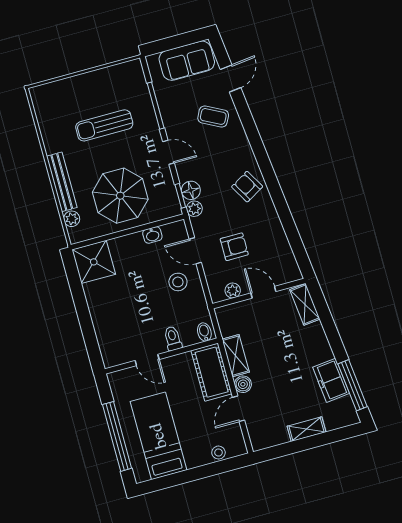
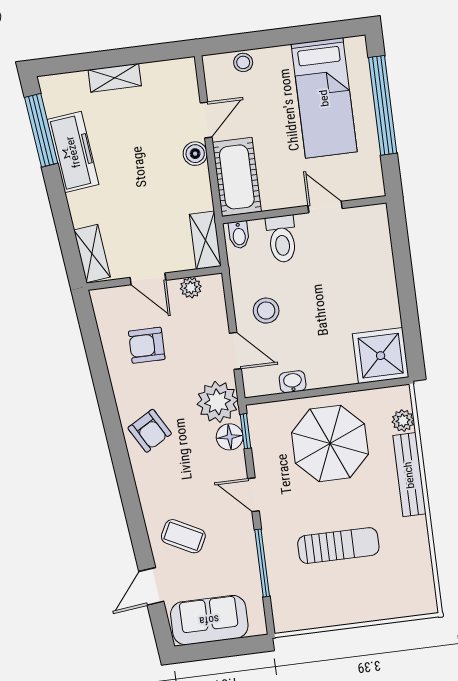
plant: (194, 209) -> (217, 402), width x1.87, depth x1.87
armchair: (234, 247) -> (147, 345), moved
toilet: (173, 338) -> (282, 239), width x1.37, depth x1.39
shelving: (236, 356) -> (205, 240), moved
freezer: (331, 380) -> (73, 152), width x1.40

